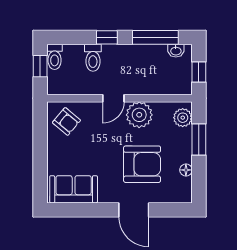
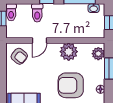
door: (113, 98) -> (40, 40), moved
armchair: (142, 164) -> (71, 85), turned 180

